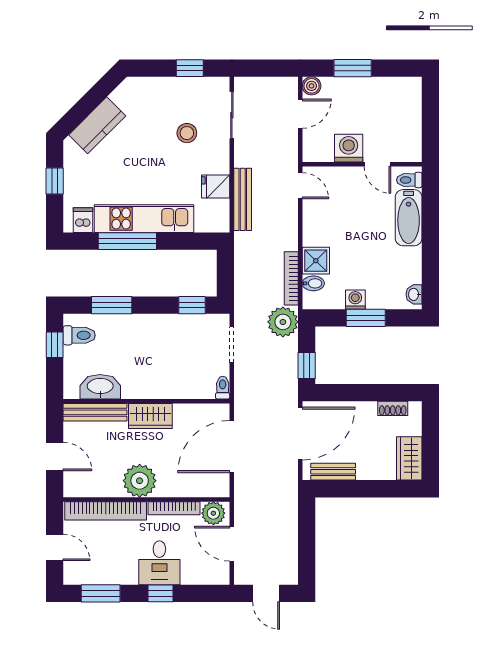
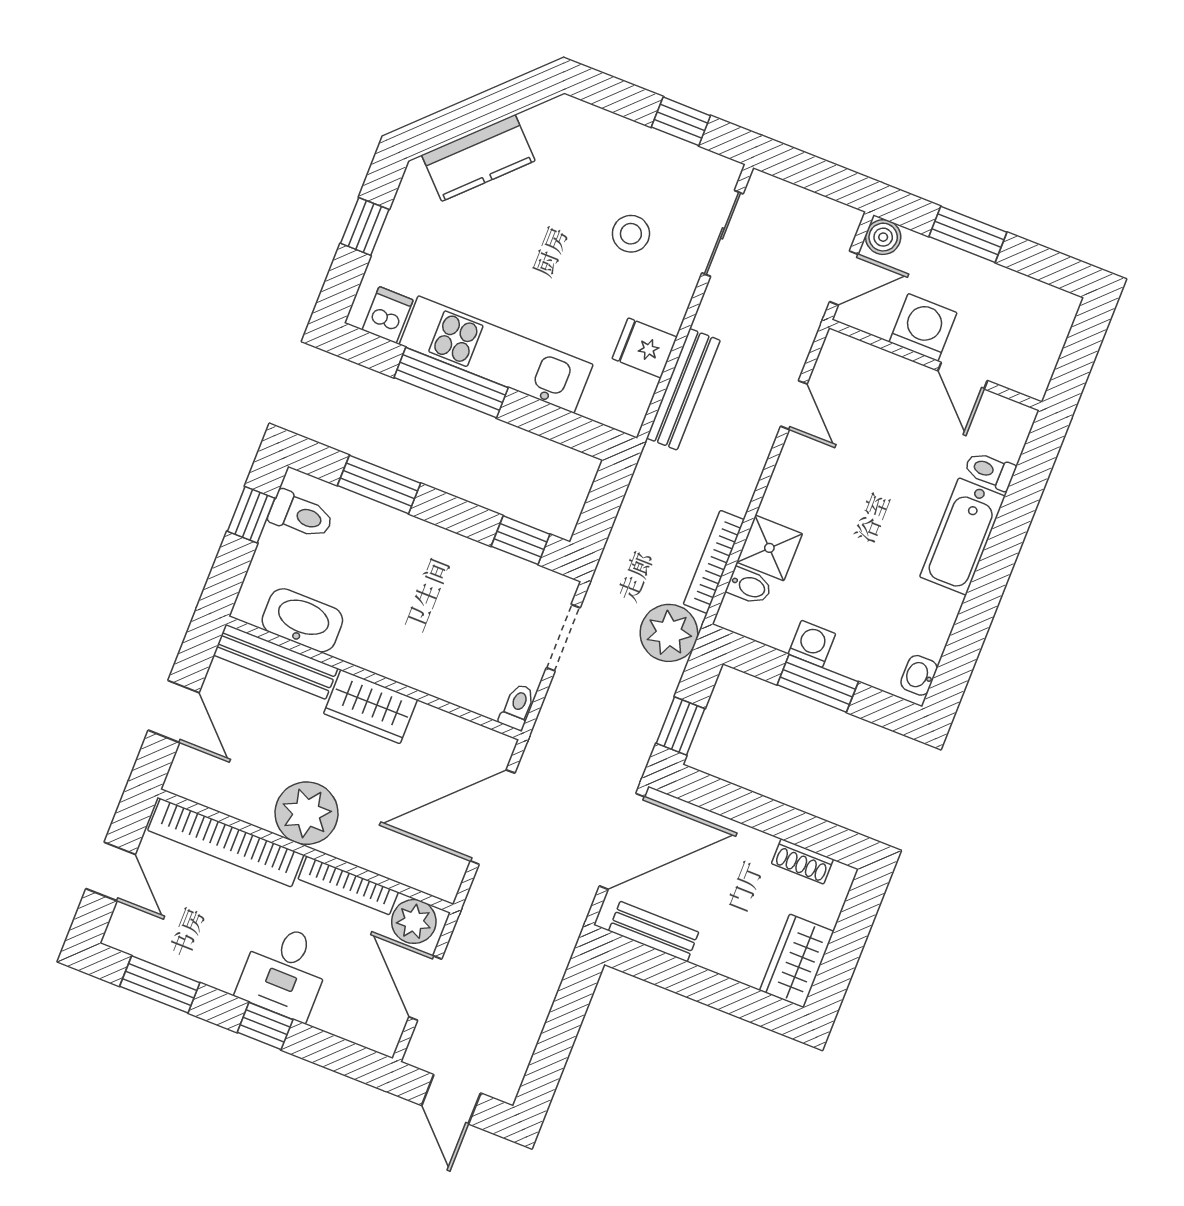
washing machine: (349, 148) -> (923, 327), moved
wall: (362, 164) -> (936, 365), moved
door: (377, 164) -> (963, 376), moved

